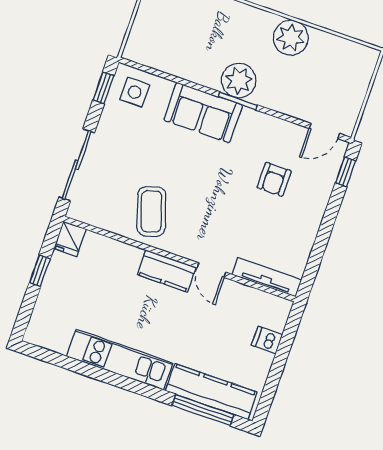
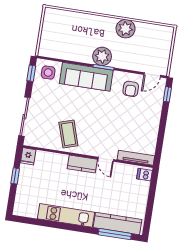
sofa: (203, 113) -> (86, 77), width x1.36
armchair: (274, 179) -> (131, 89), moved
dishwasher: (267, 340) -> (144, 175), moved

